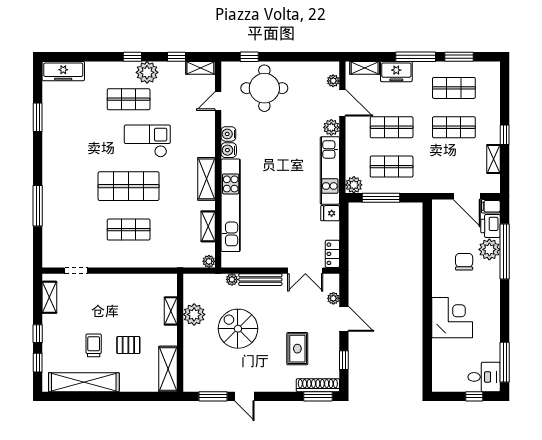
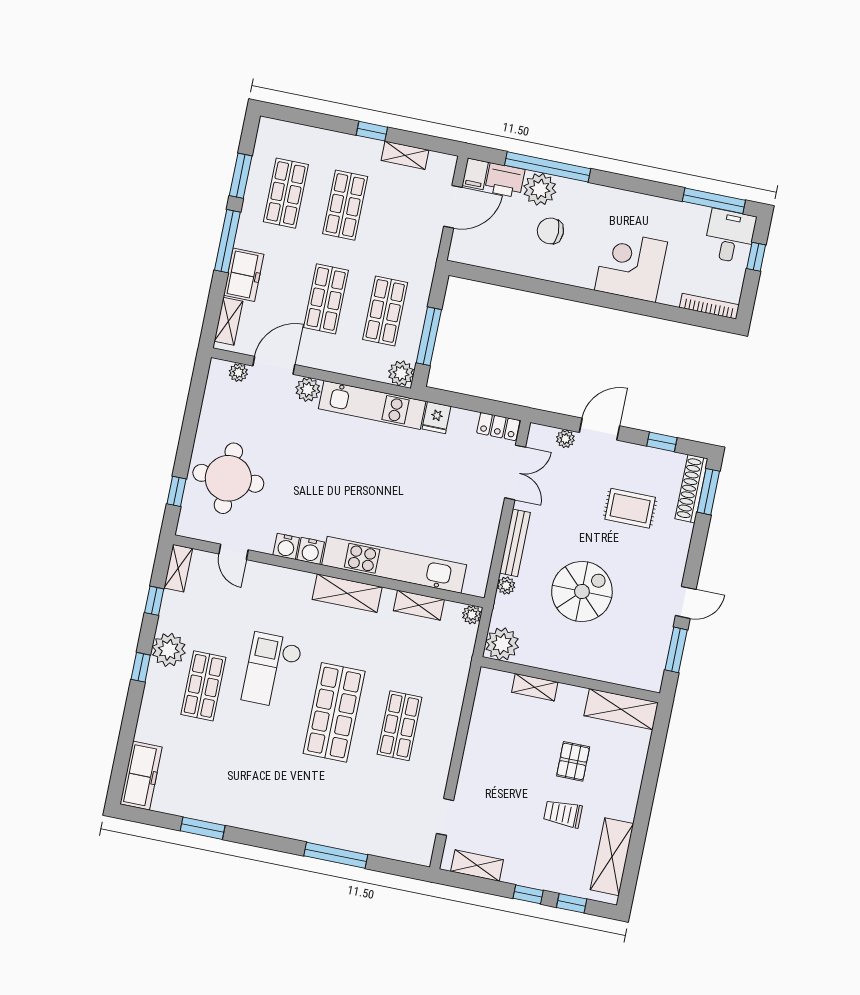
plant: (194, 314) -> (502, 644), moved
spiral stairs: (238, 329) -> (582, 592), turned 180
bookcase: (437, 373) -> (709, 306), added
shelving: (84, 382) -> (612, 857), width x0.68

